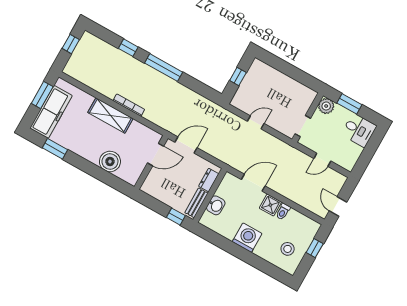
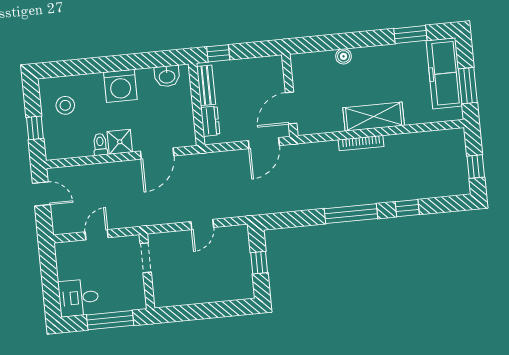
window: (349, 104) -> (110, 320), width x1.44
plant: (326, 106) -> (135, 299), removed
boiler: (110, 162) -> (344, 56), width x0.54, depth x0.54
washbasin: (216, 205) -> (167, 76), moved, turned -90

